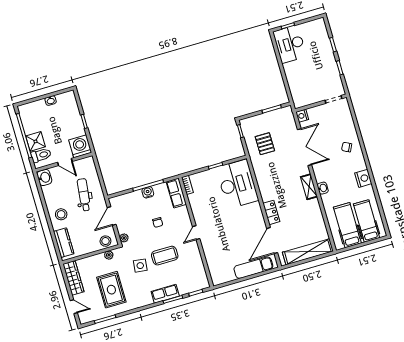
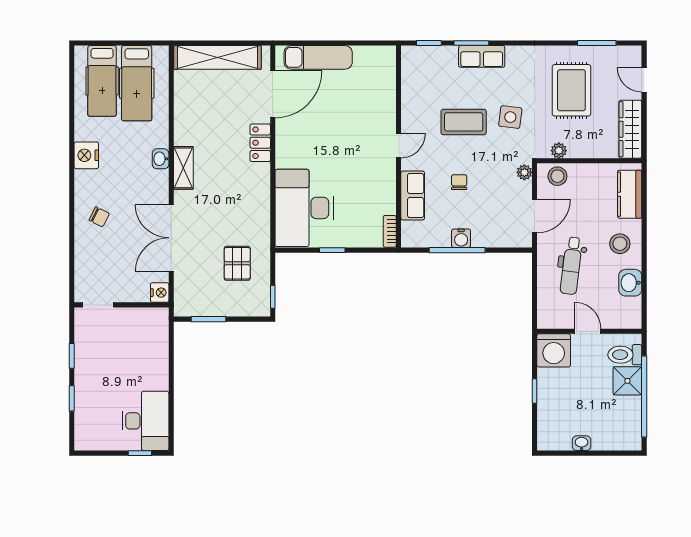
washbasin: (44, 178) -> (630, 283), moved
row of seats: (176, 193) -> (413, 196), moved

